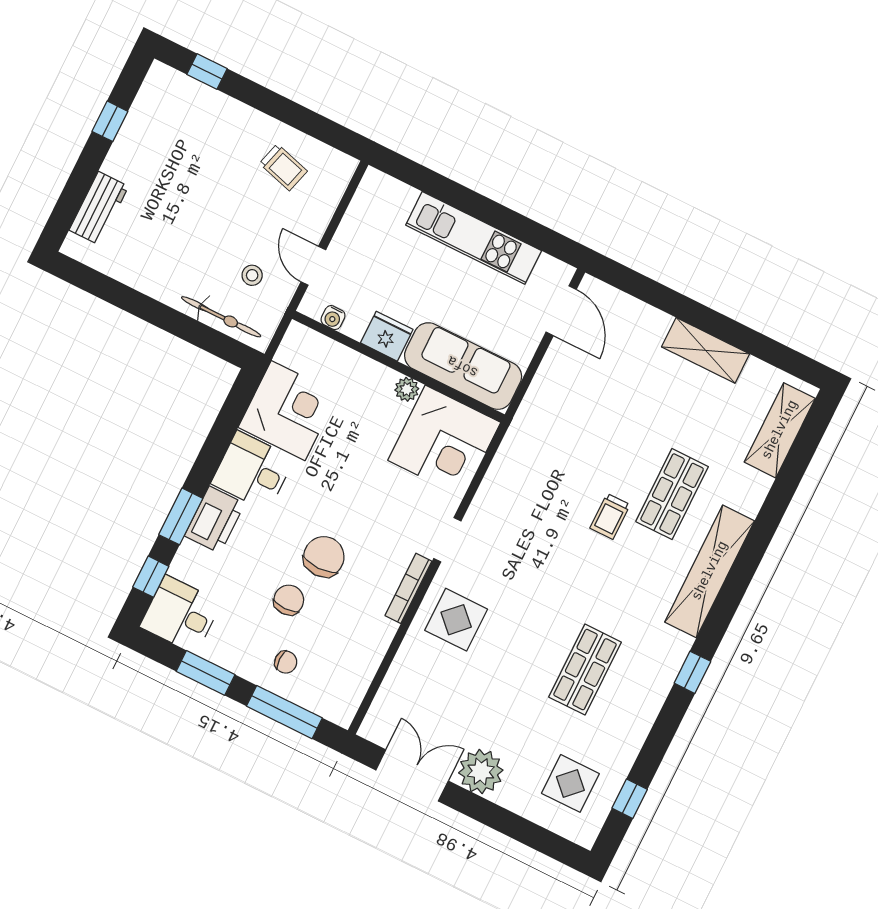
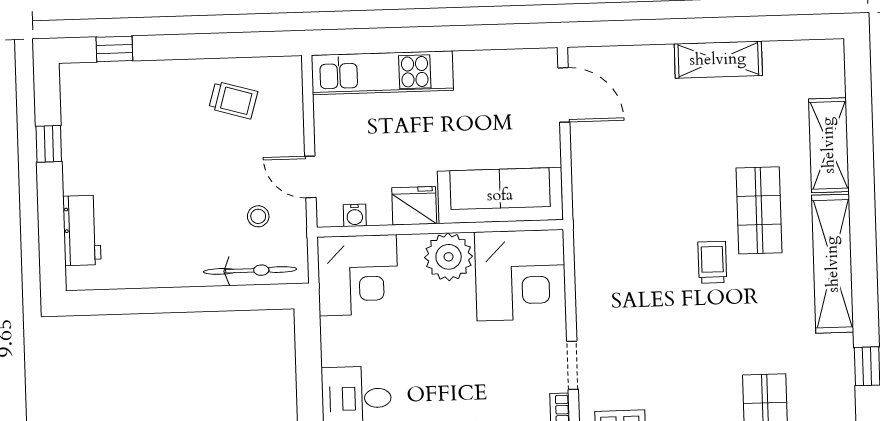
kitchen unit: (474, 238) -> (382, 73), moved
plant: (407, 389) -> (449, 257), width x1.87, depth x1.87
corner desk: (288, 411) -> (358, 275), moved, turned 90
shelving: (780, 430) -> (829, 145), moved
trolley: (610, 516) -> (712, 262), turned 180

